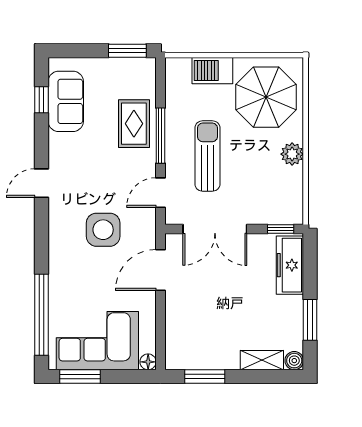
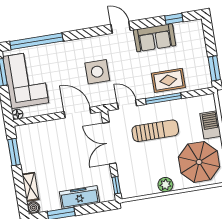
sofa: (66, 101) -> (155, 38), moved
freezer: (290, 265) -> (80, 197), moved

